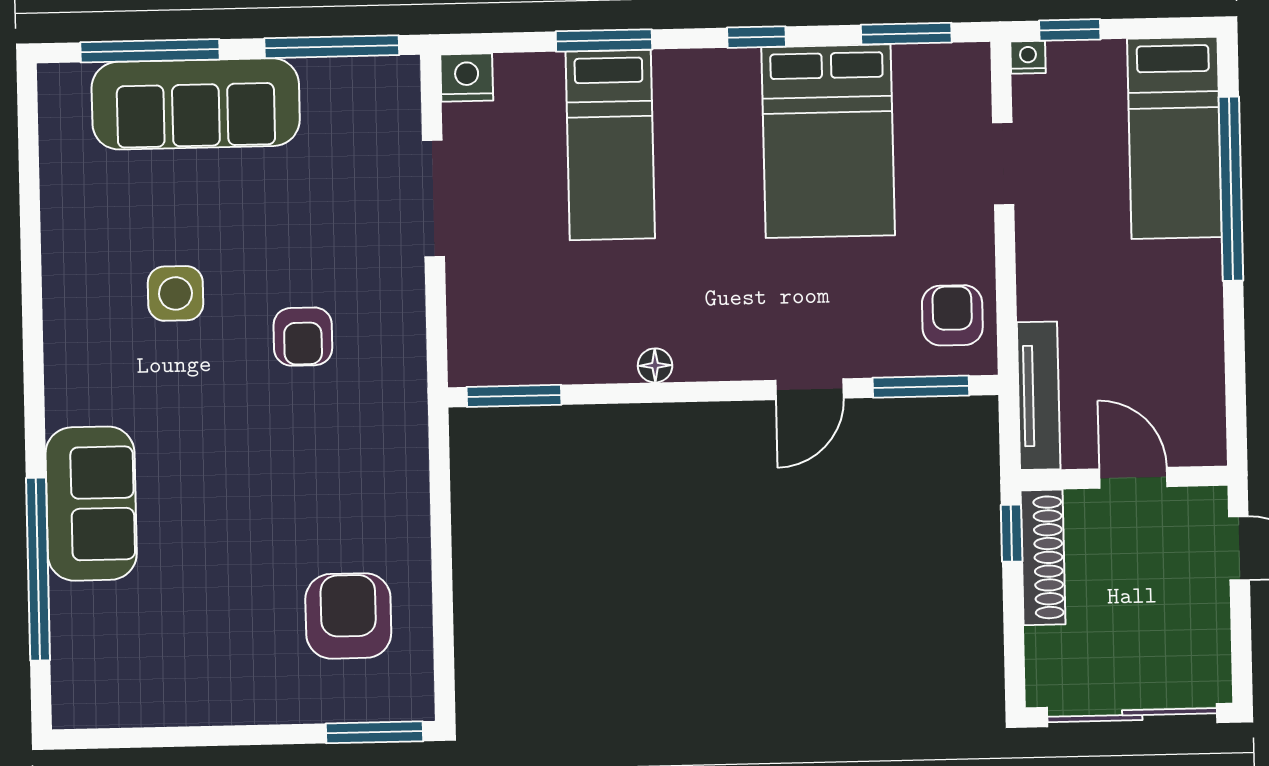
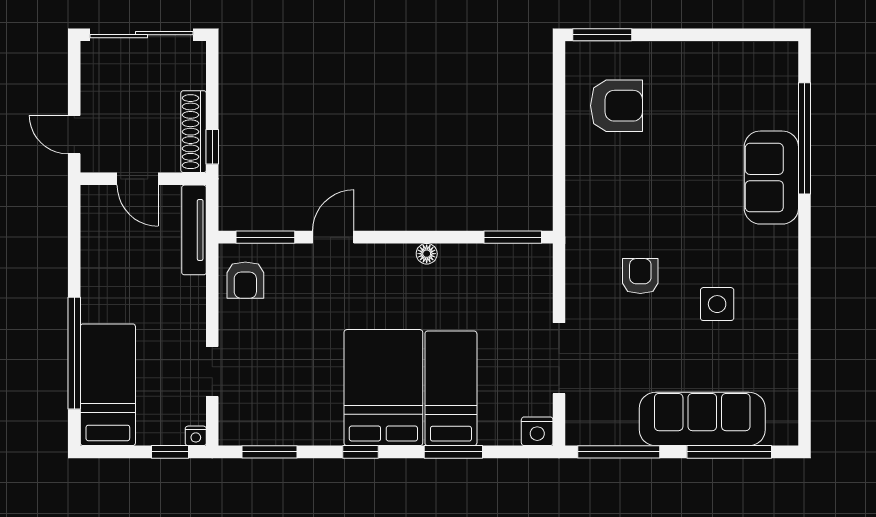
bed: (828, 141) -> (383, 388), moved
armchair: (348, 616) -> (617, 106), turned -90

